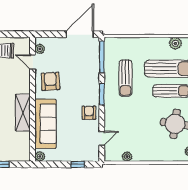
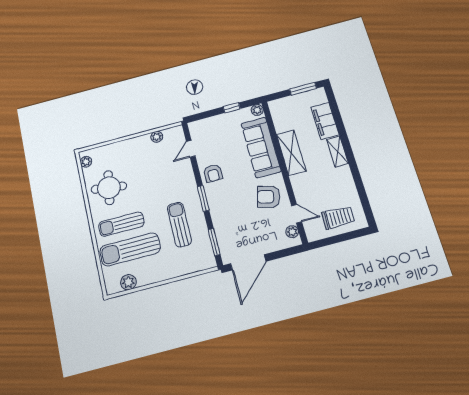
window: (102, 57) -> (214, 242), width x0.69
armchair: (50, 81) -> (269, 197), turned 108
window: (78, 164) -> (232, 108), moved

